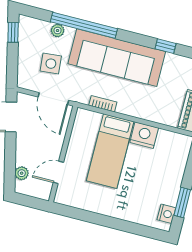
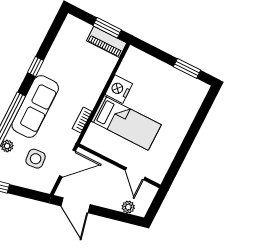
window: (166, 46) -> (36, 66), moved
sofa: (117, 58) -> (35, 107), width x0.74, depth x0.79
nightstand: (166, 214) -> (194, 85), removed

